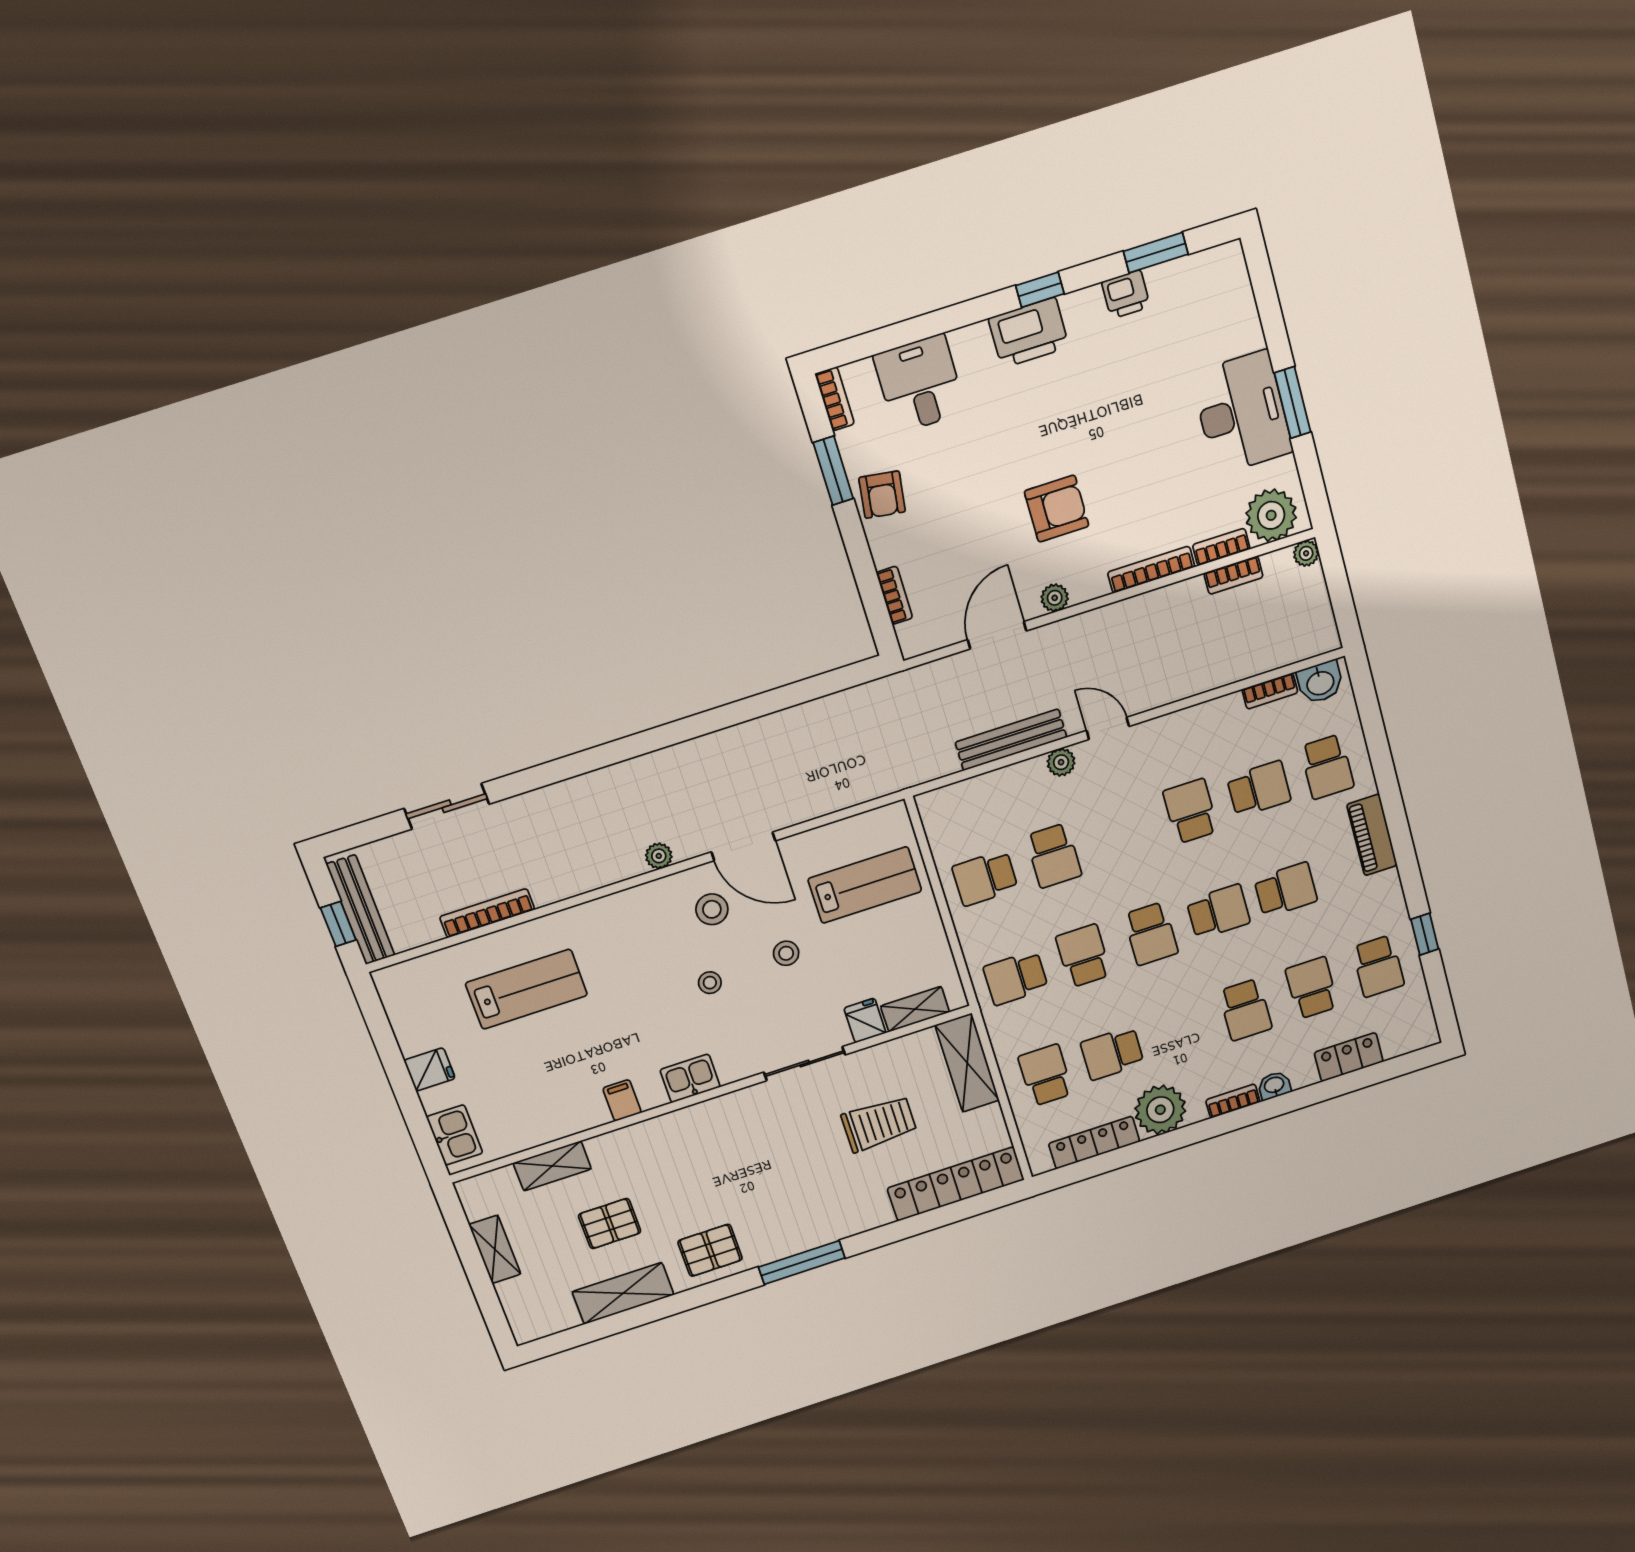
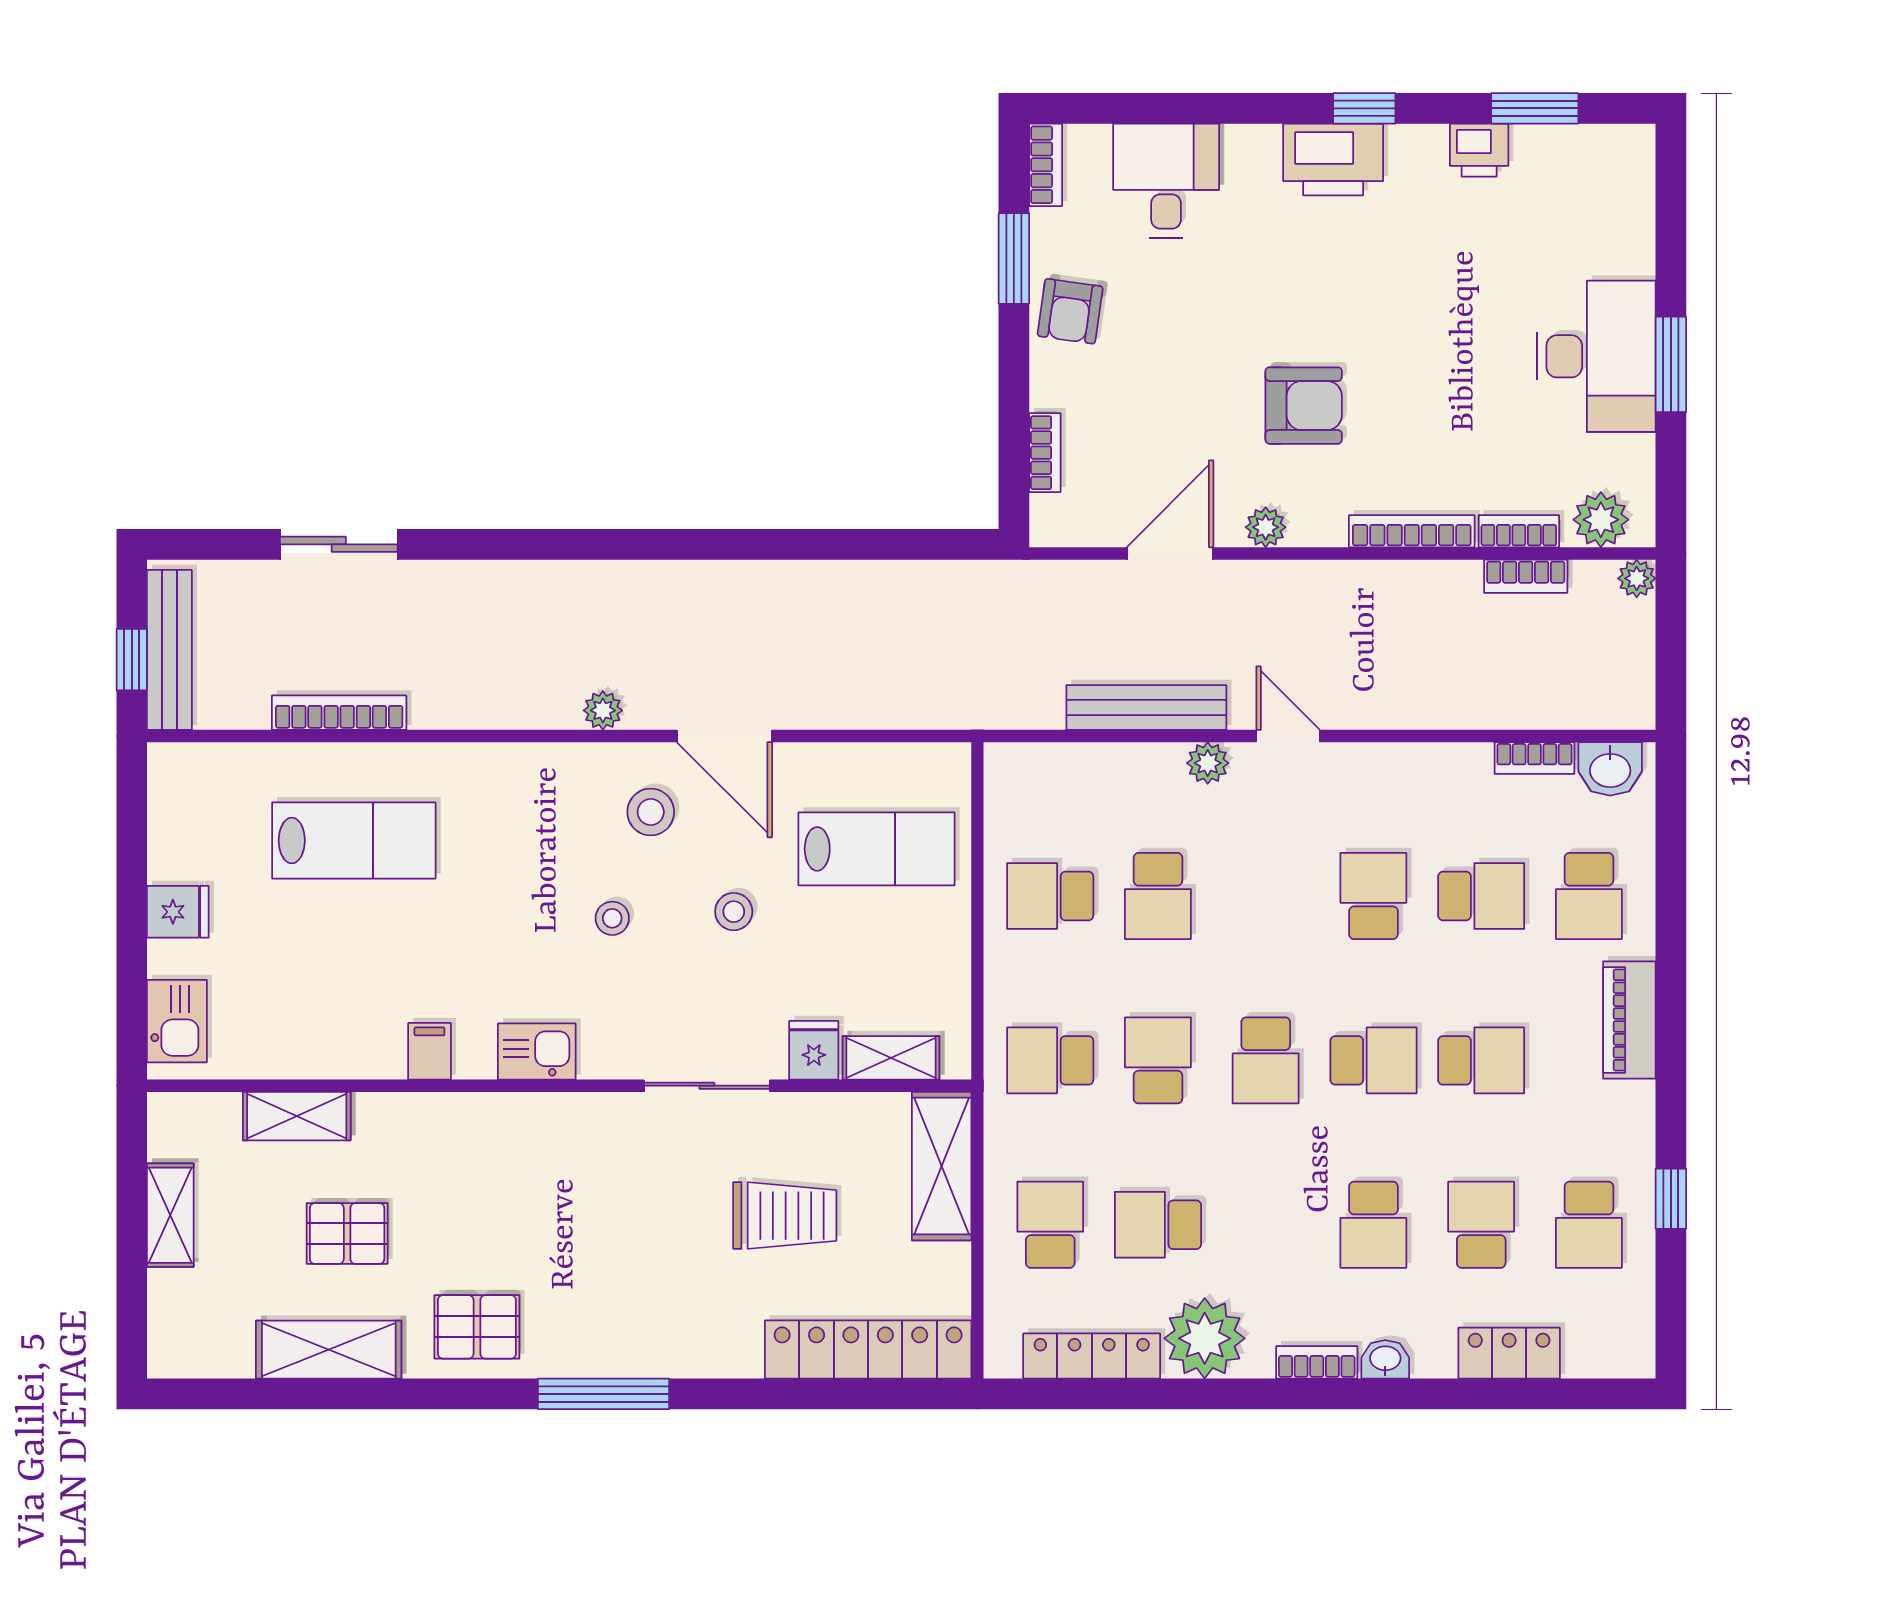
plant: (1271, 515) -> (1601, 520), width x0.73, depth x0.73

